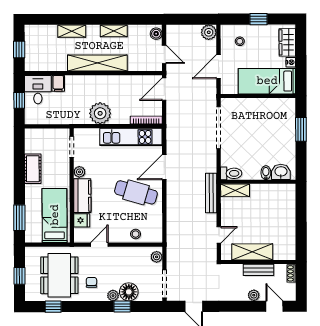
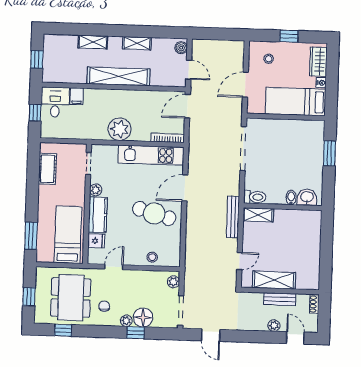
plant: (209, 32) -> (236, 48), removed
cot: (33, 169) -> (47, 169), moved

